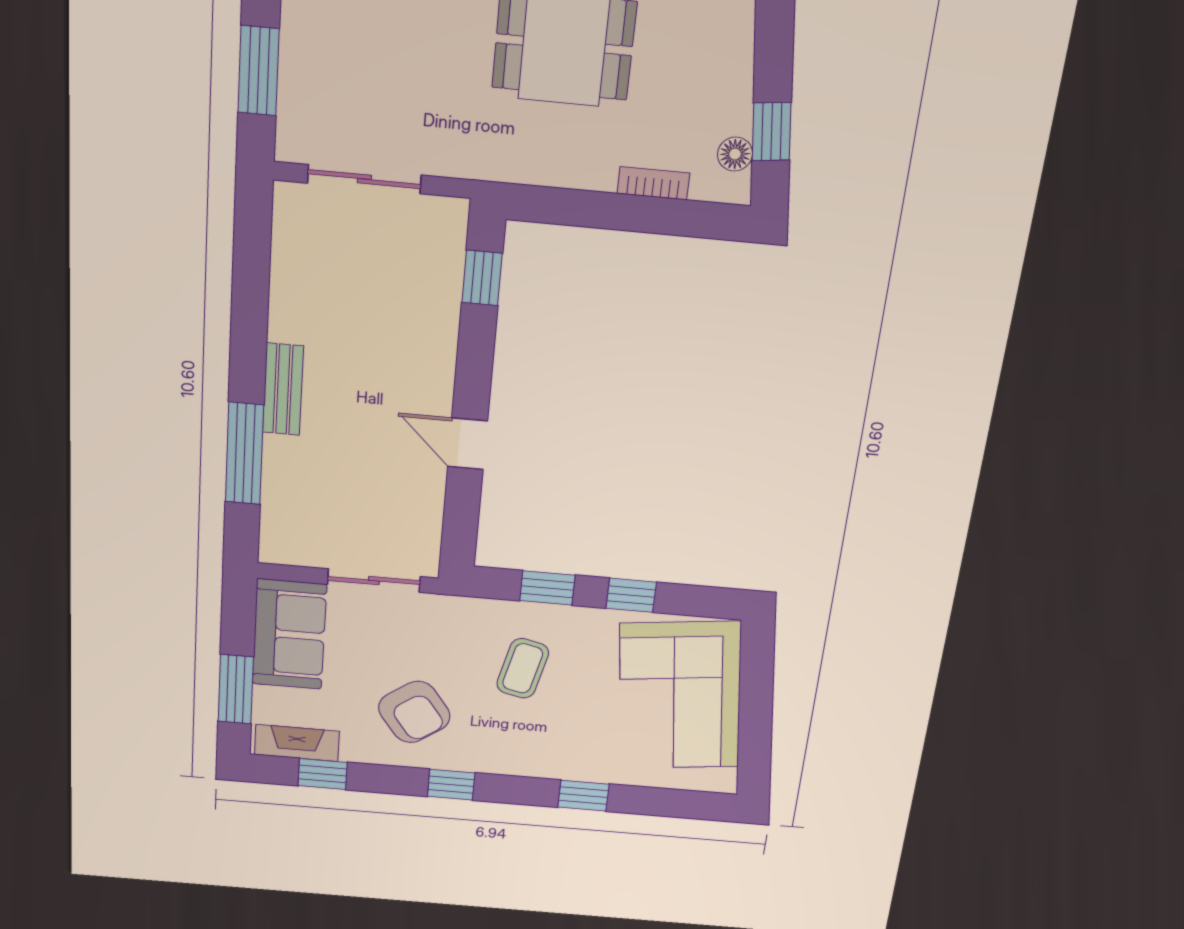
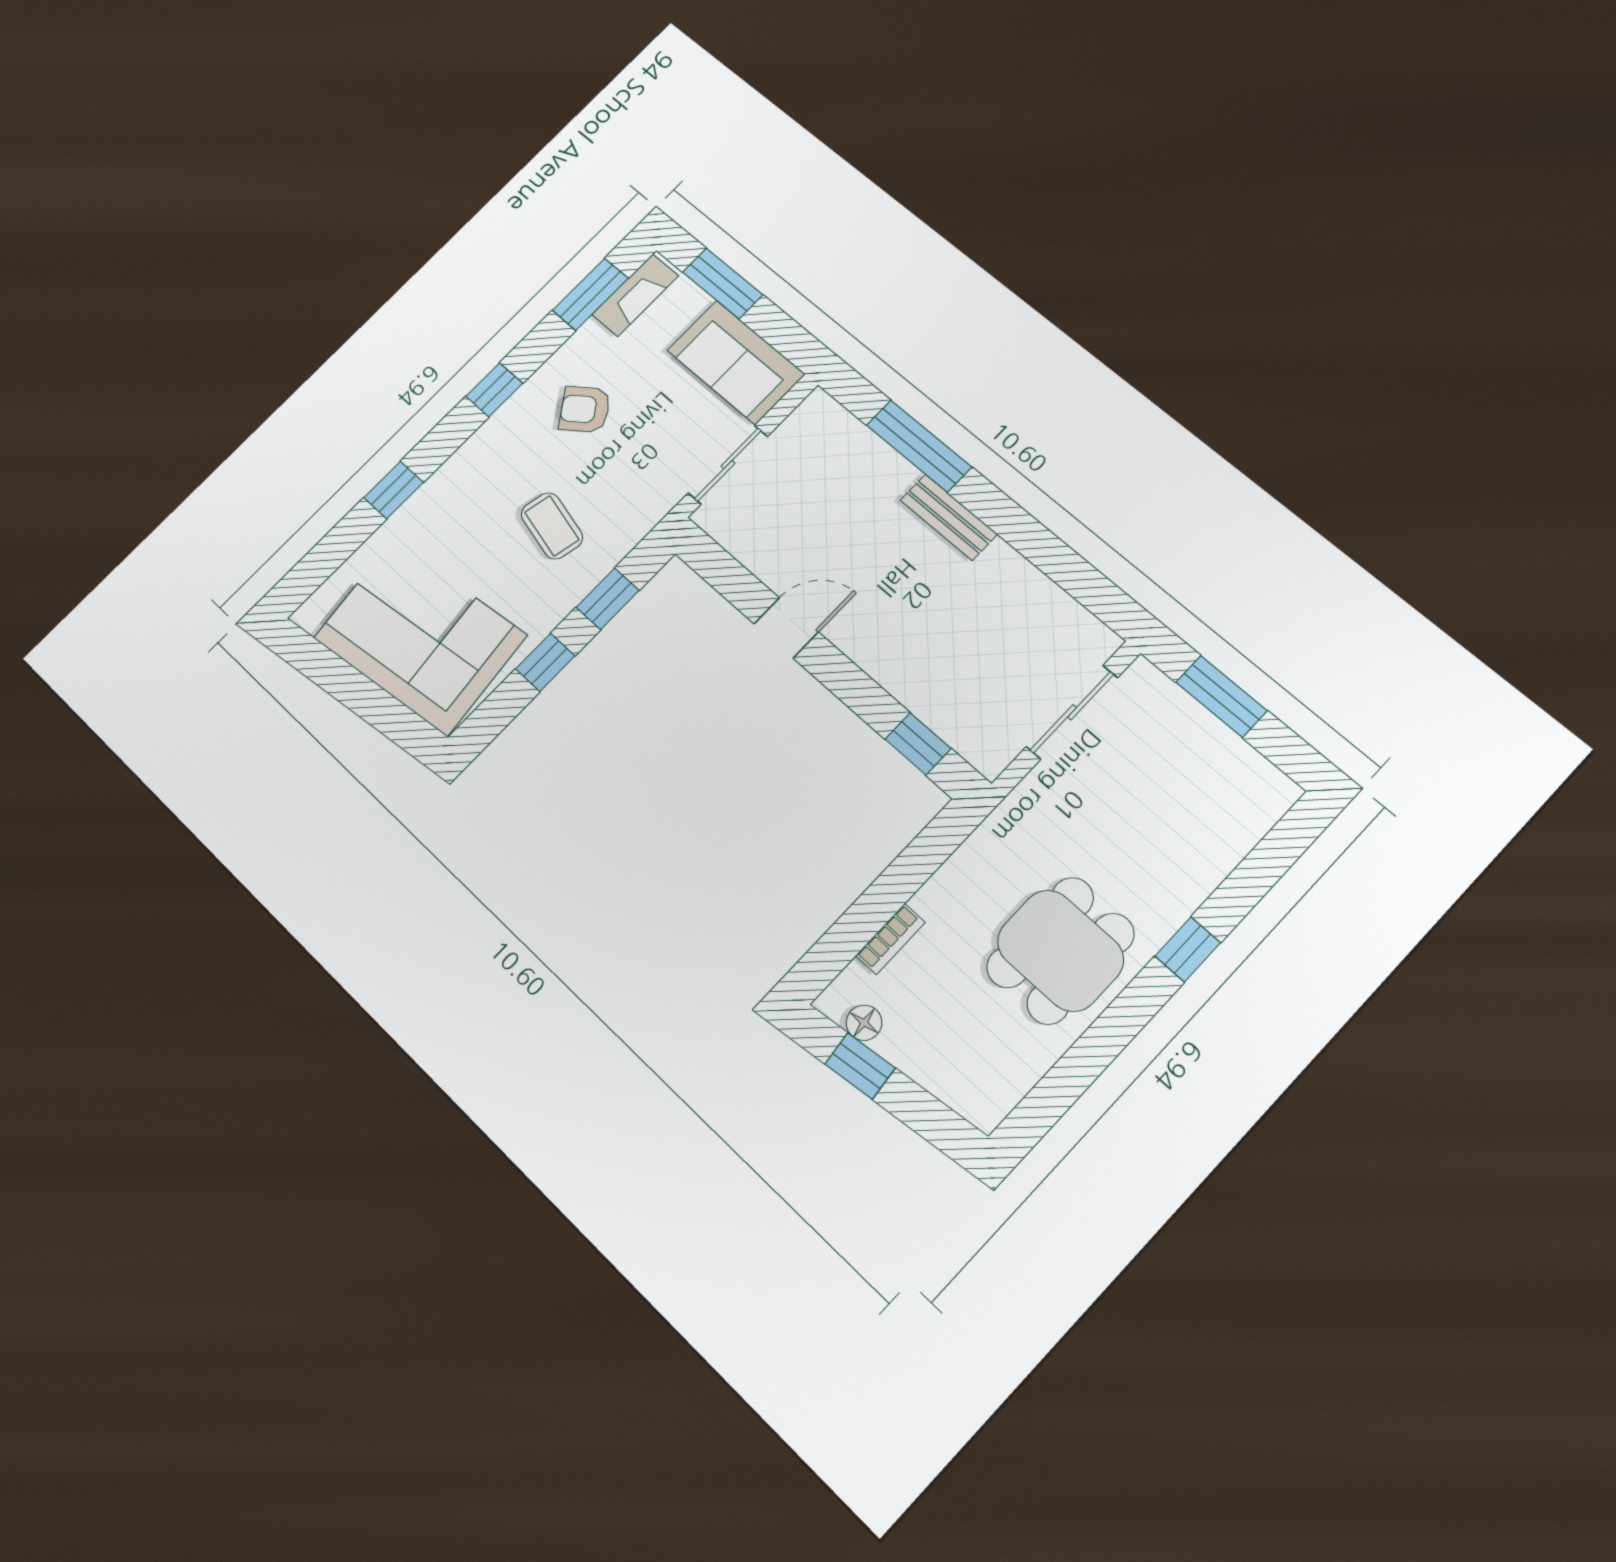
armchair: (414, 712) -> (585, 409), width x0.72, depth x0.72
window: (323, 774) -> (590, 294), width x1.50

